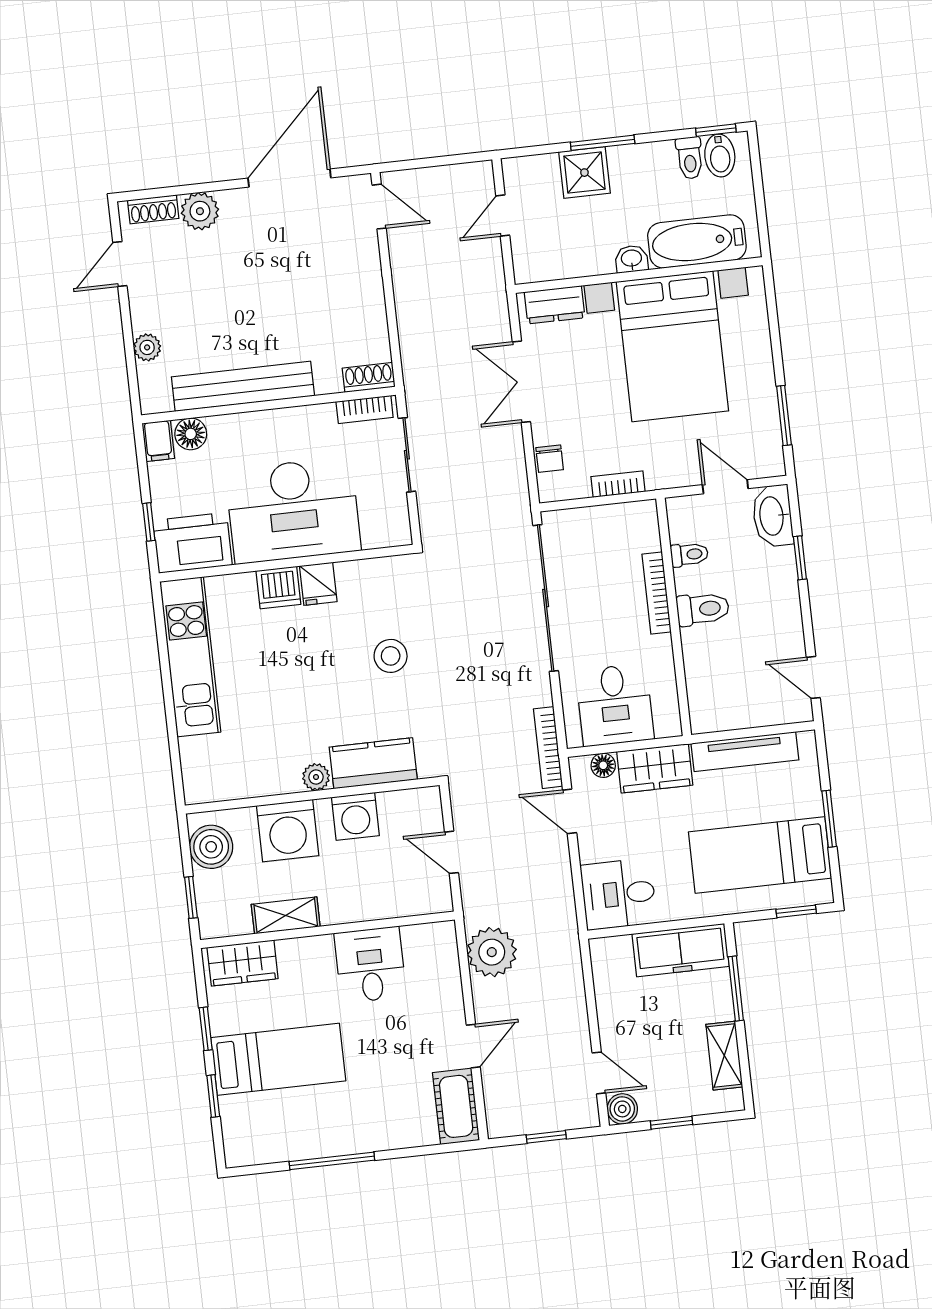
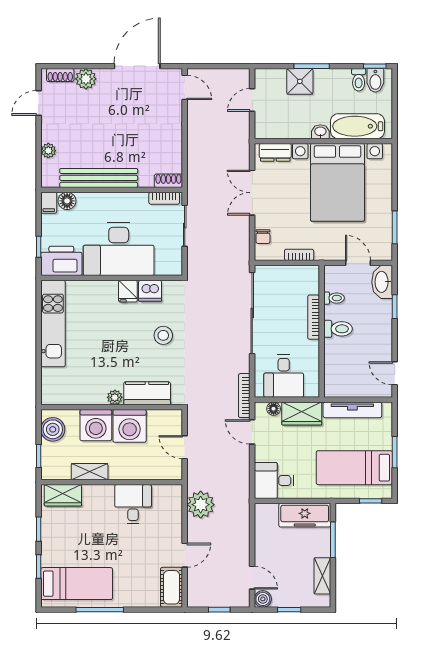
dishwasher: (278, 587) -> (150, 291), moved
washing machine: (355, 816) -> (130, 426), width x1.37, depth x1.37
bed: (278, 1059) -> (77, 584), moved

